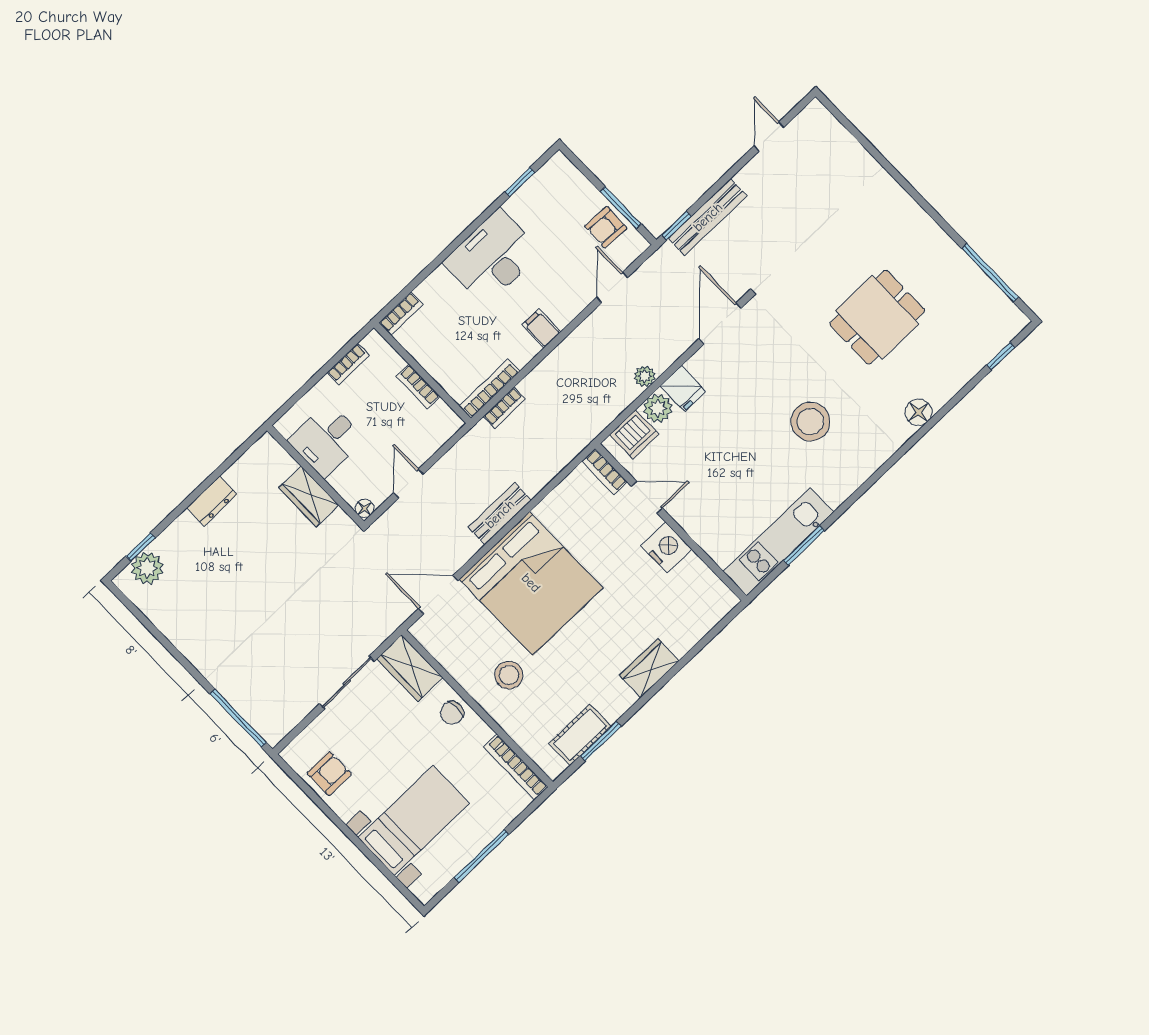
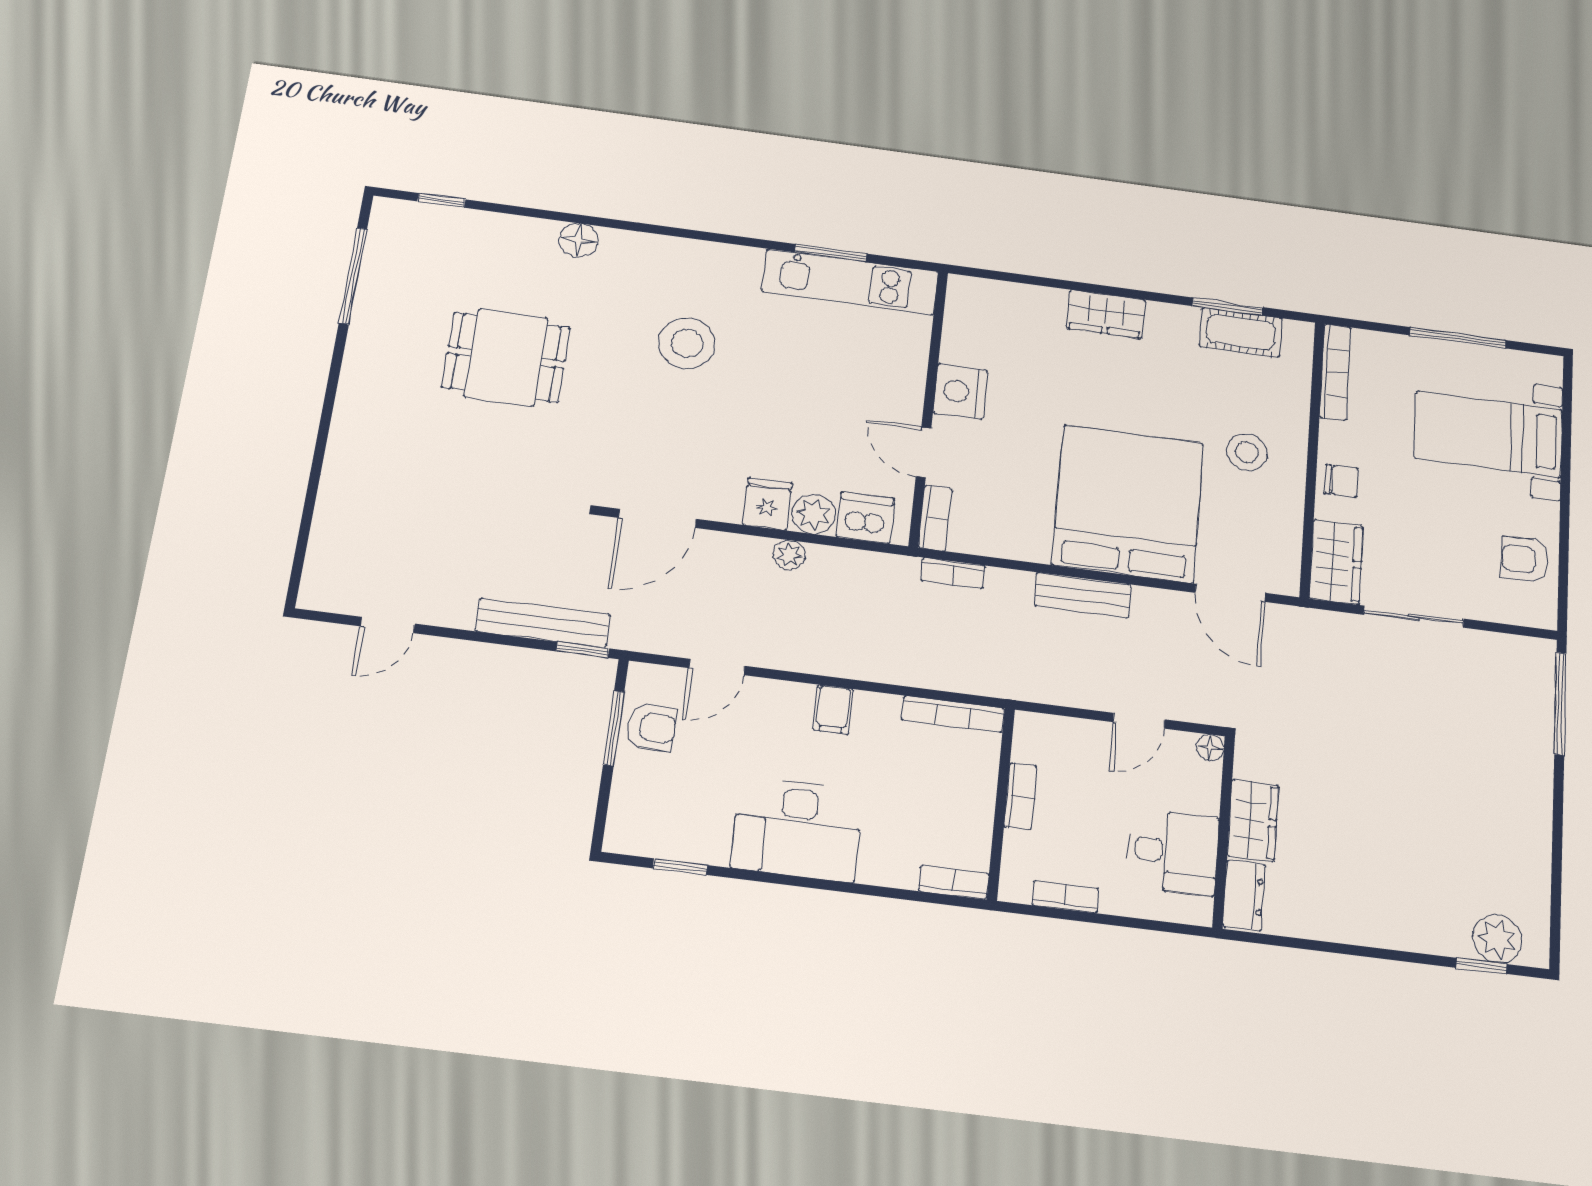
bookcase: (504, 408) -> (953, 573), moved, turned 180
dresser: (212, 501) -> (1244, 895), moved, turned 90

